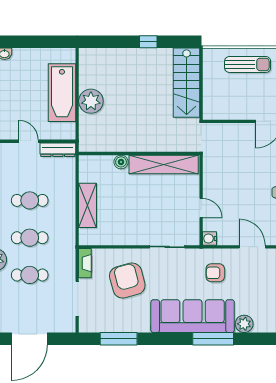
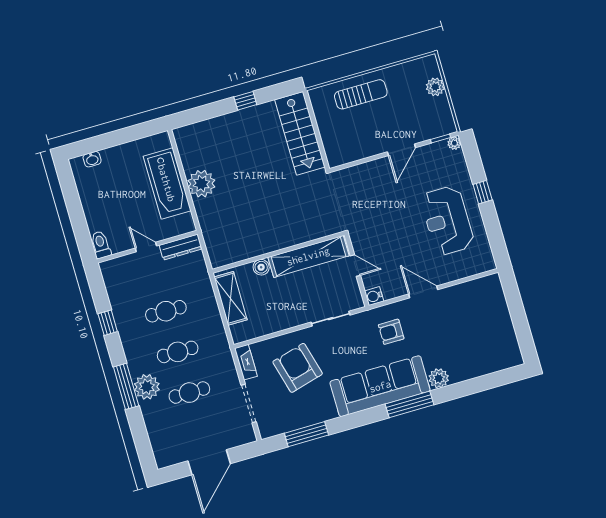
wall: (139, 153) -> (278, 252), moved
boiler: (121, 162) -> (261, 267), moved
shelving: (164, 164) -> (308, 256), moved

